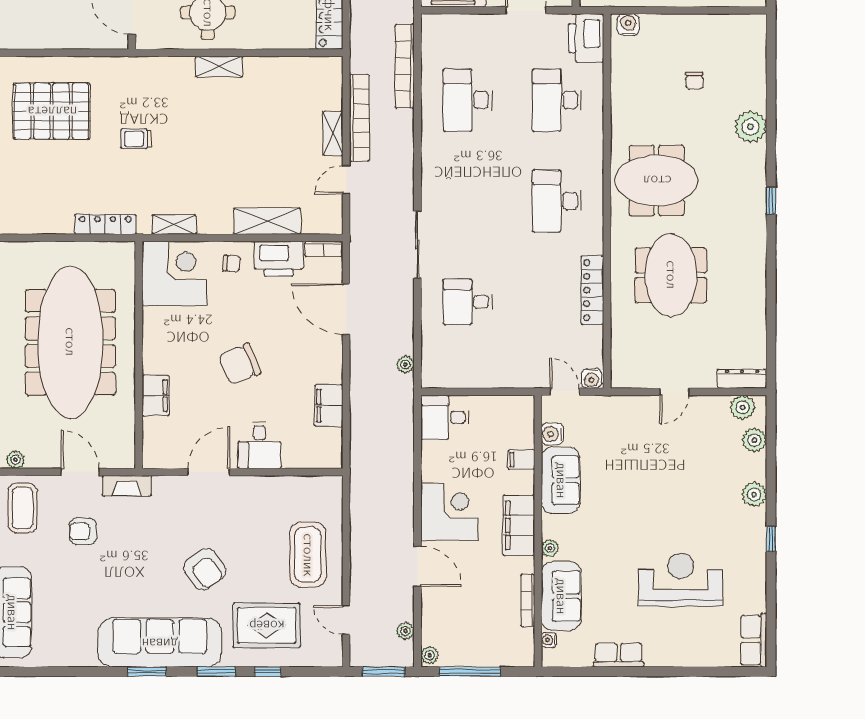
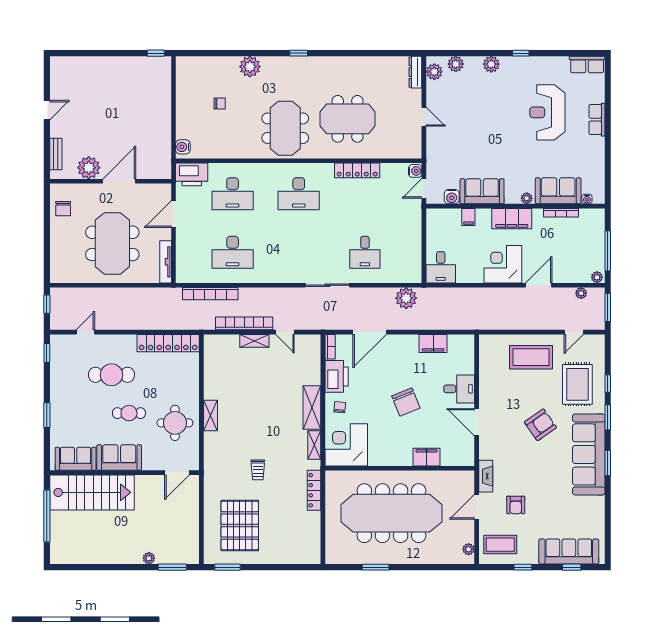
shelving: (267, 221) -> (312, 408), moved
plant: (405, 365) -> (406, 298), width x1.88, depth x1.88
row of seats: (619, 655) -> (597, 120), moved

